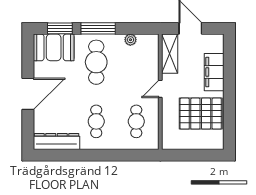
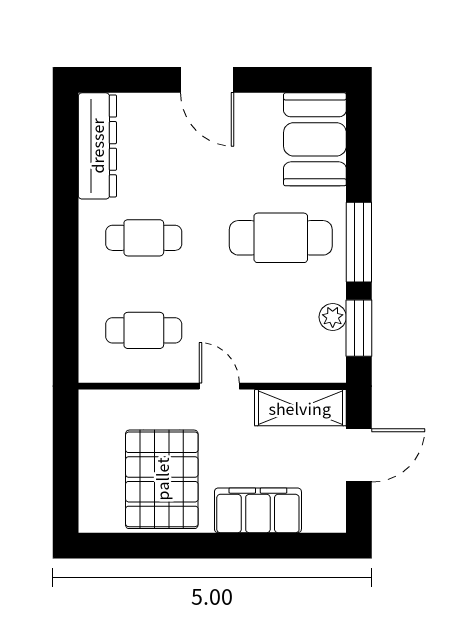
window: (60, 28) -> (359, 328), moved
door: (28, 94) -> (207, 80), width x0.73

